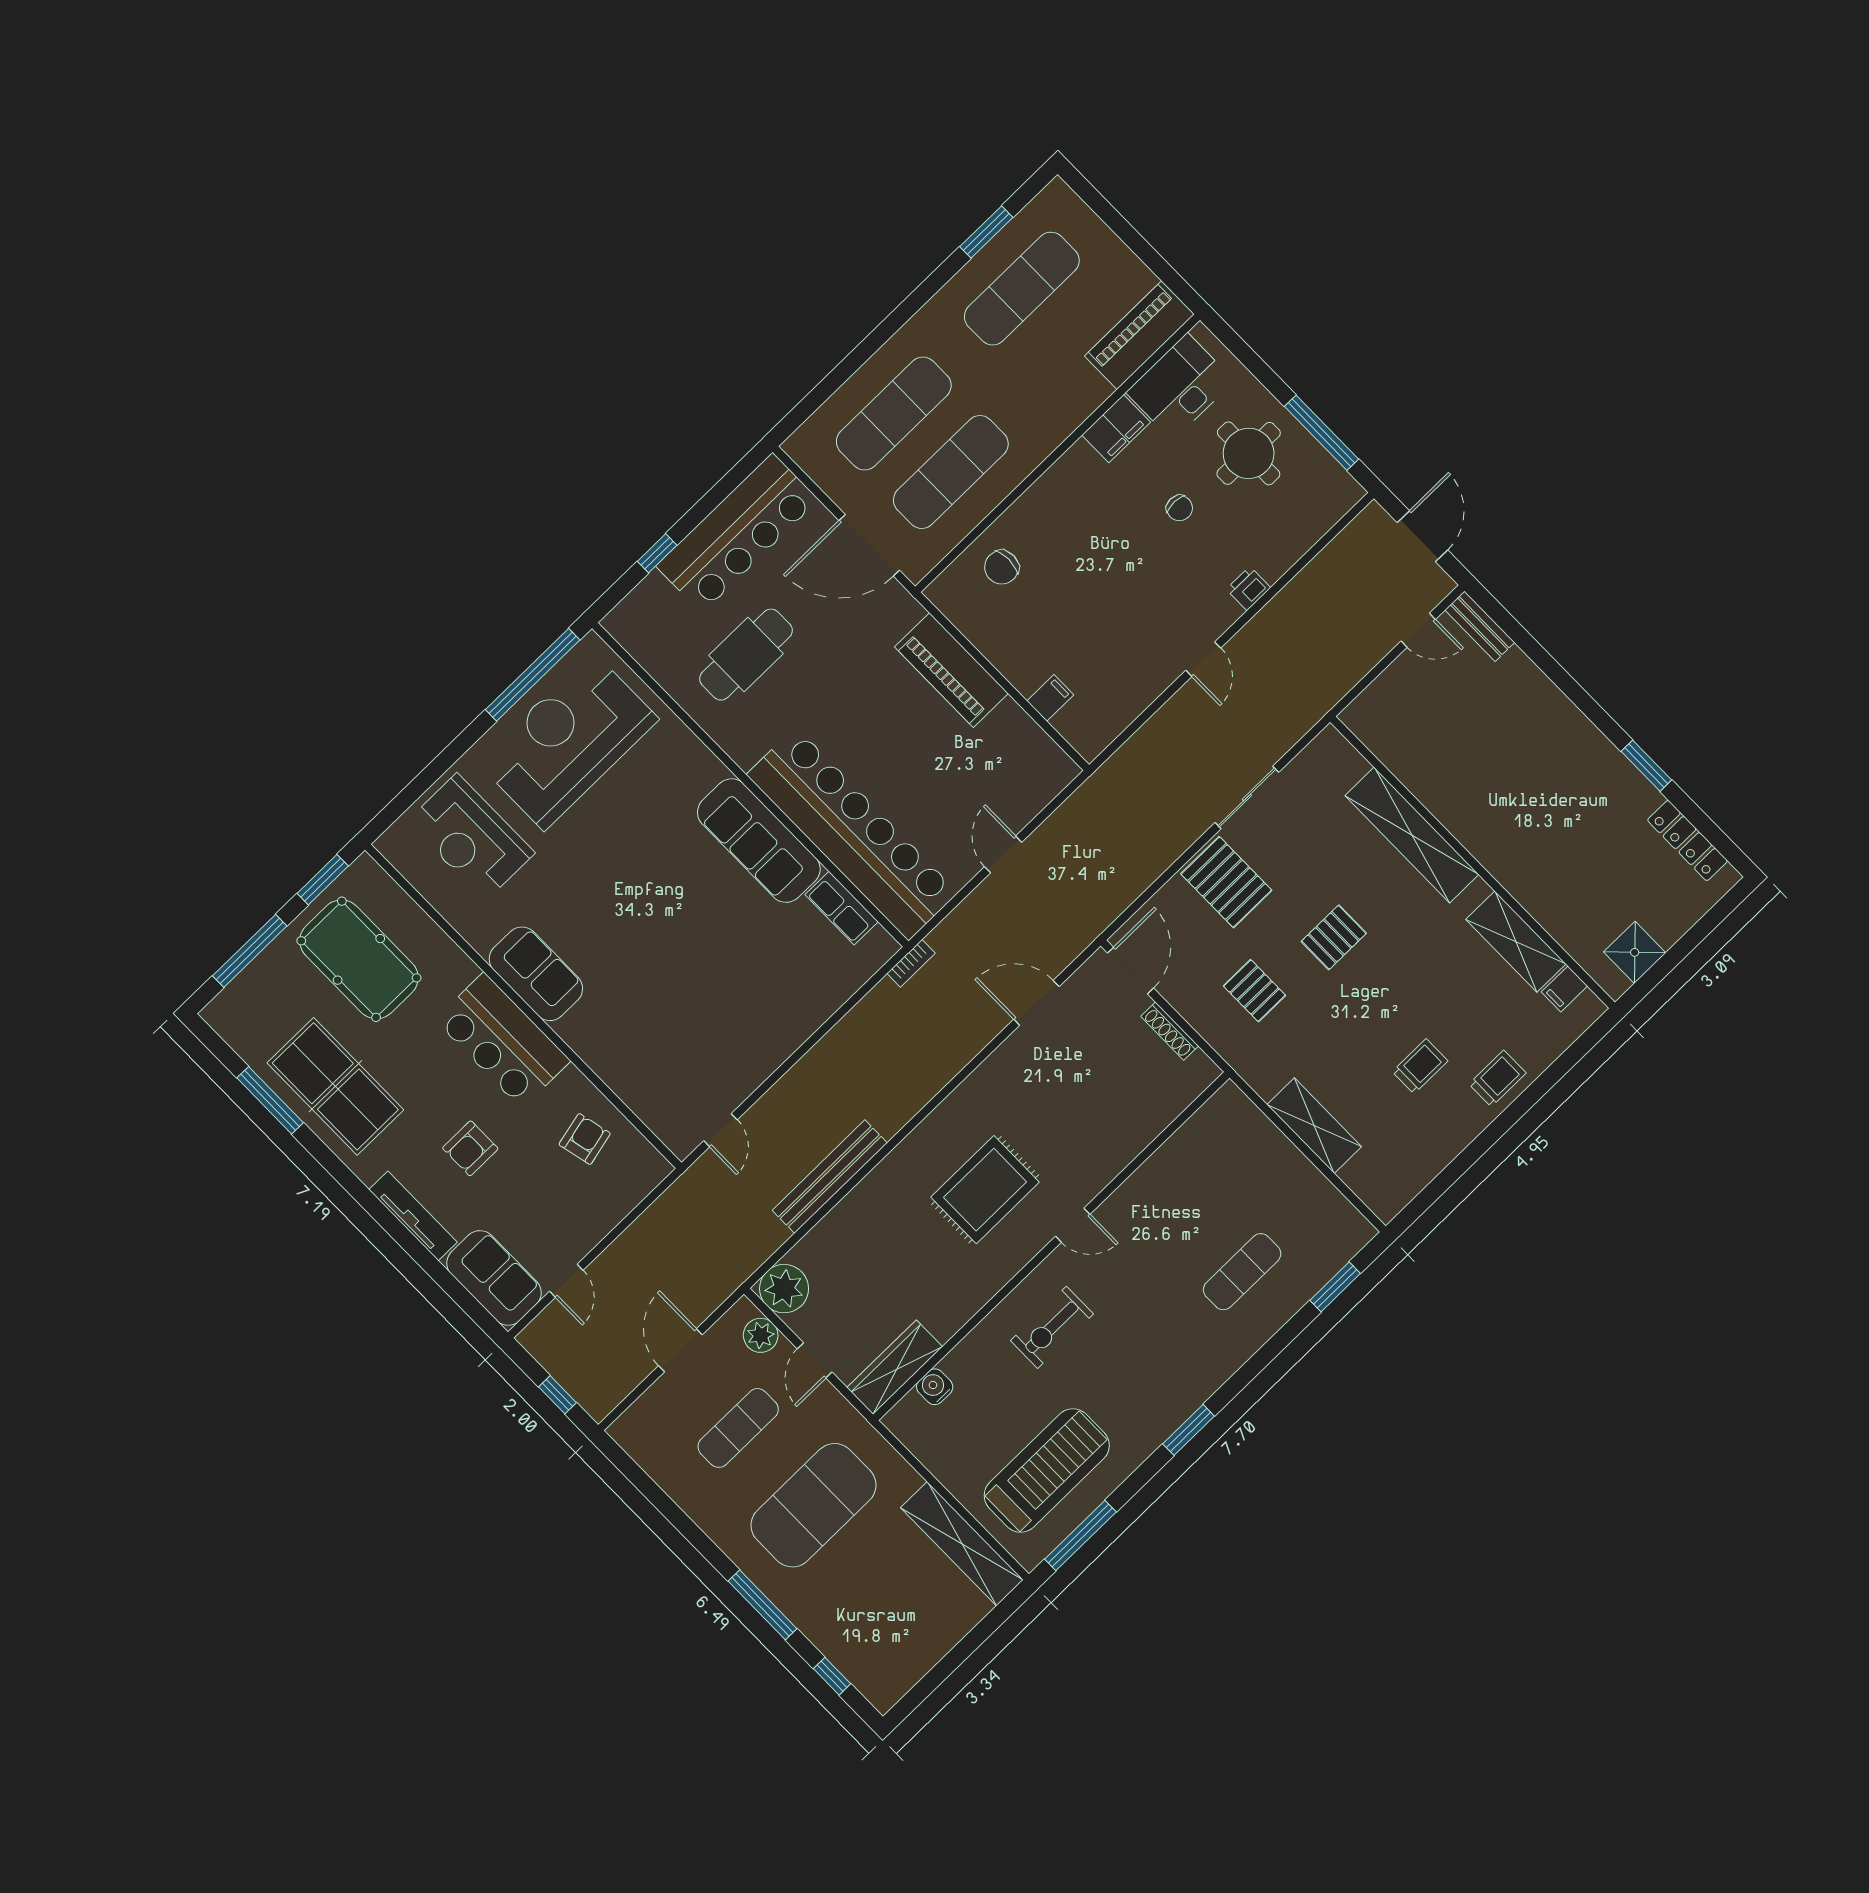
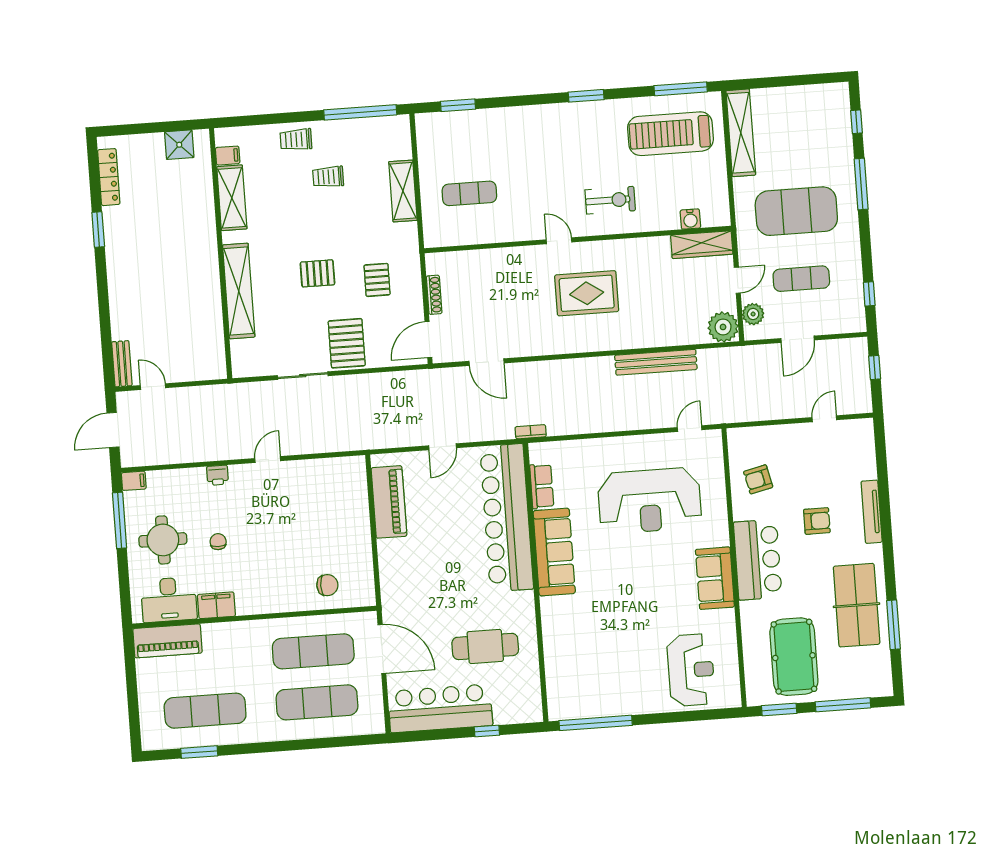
piano: (951, 670) -> (389, 502), moved
filing cabinet: (1050, 698) -> (134, 481), moved, turned 180
reception desk: (568, 741) -> (650, 501), moved
window: (1447, 1178) -> (360, 112), added
exercise mat: (1242, 1272) -> (469, 193), moved
sofa: (494, 1278) -> (858, 449), removed
window: (640, 1479) -> (869, 294), added

